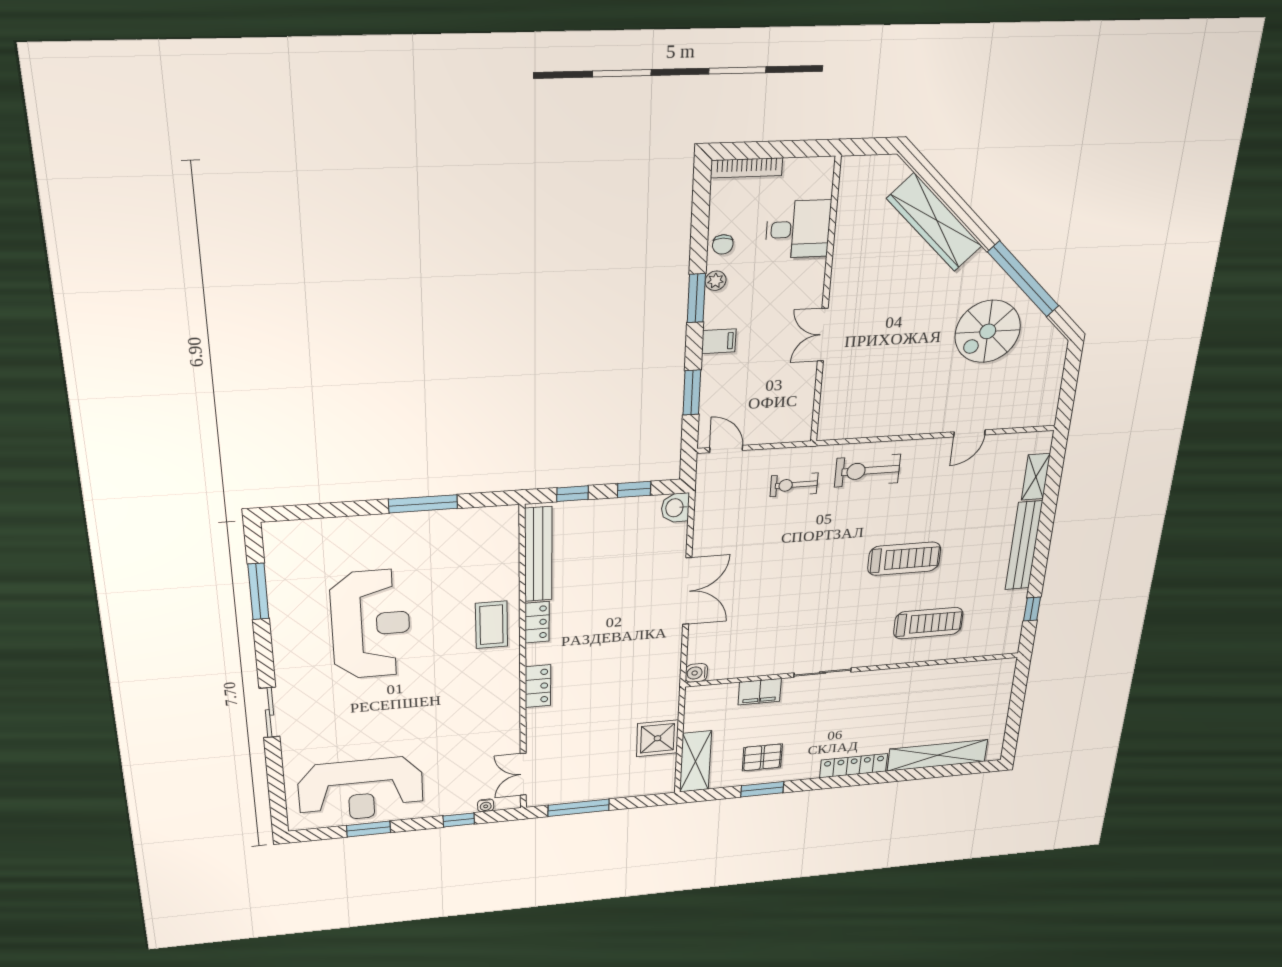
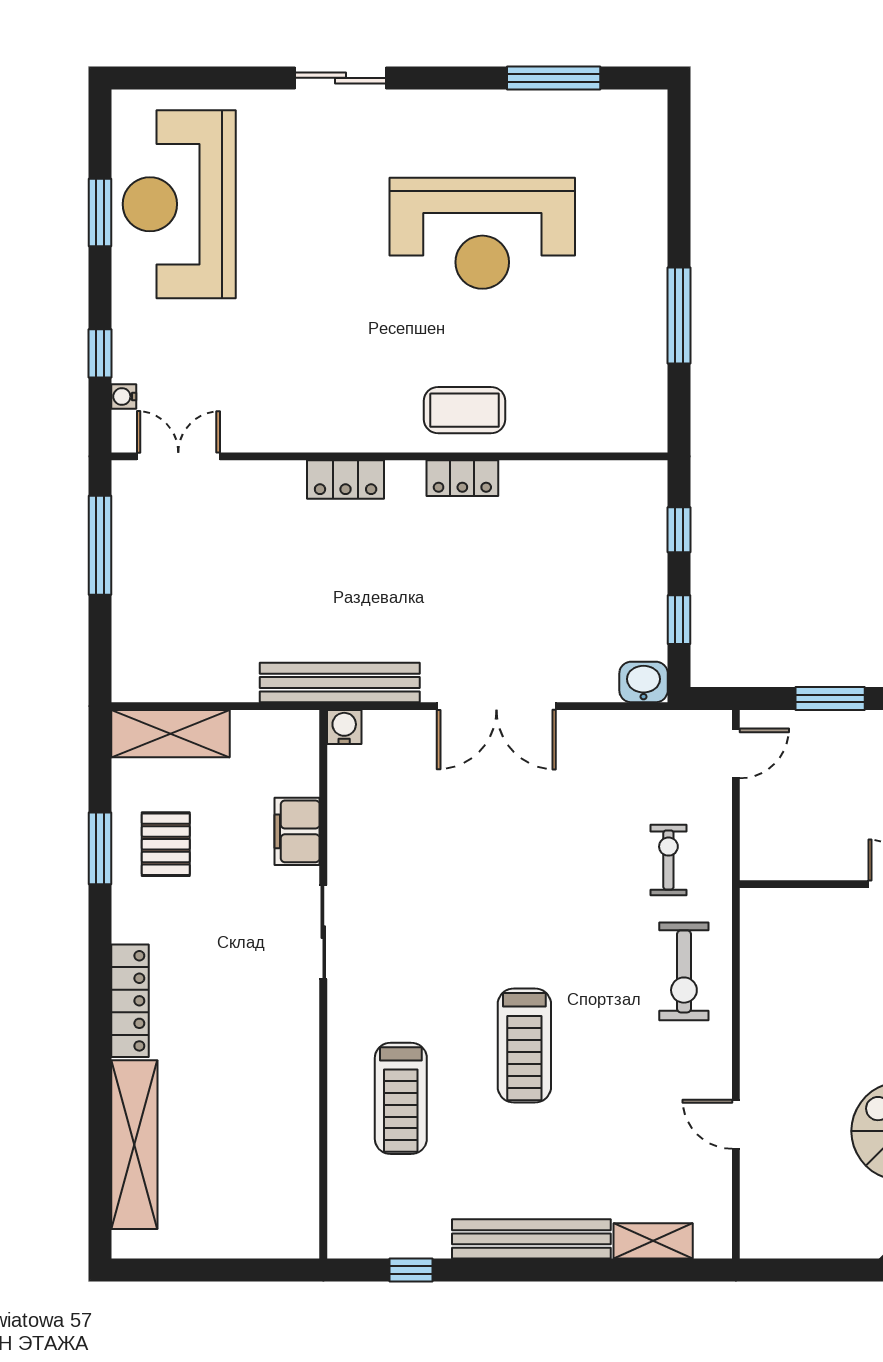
exercise bike: (867, 471) -> (684, 971), turned 180
bench: (538, 554) -> (340, 683), moved
shower: (657, 738) -> (224, 670), removed

